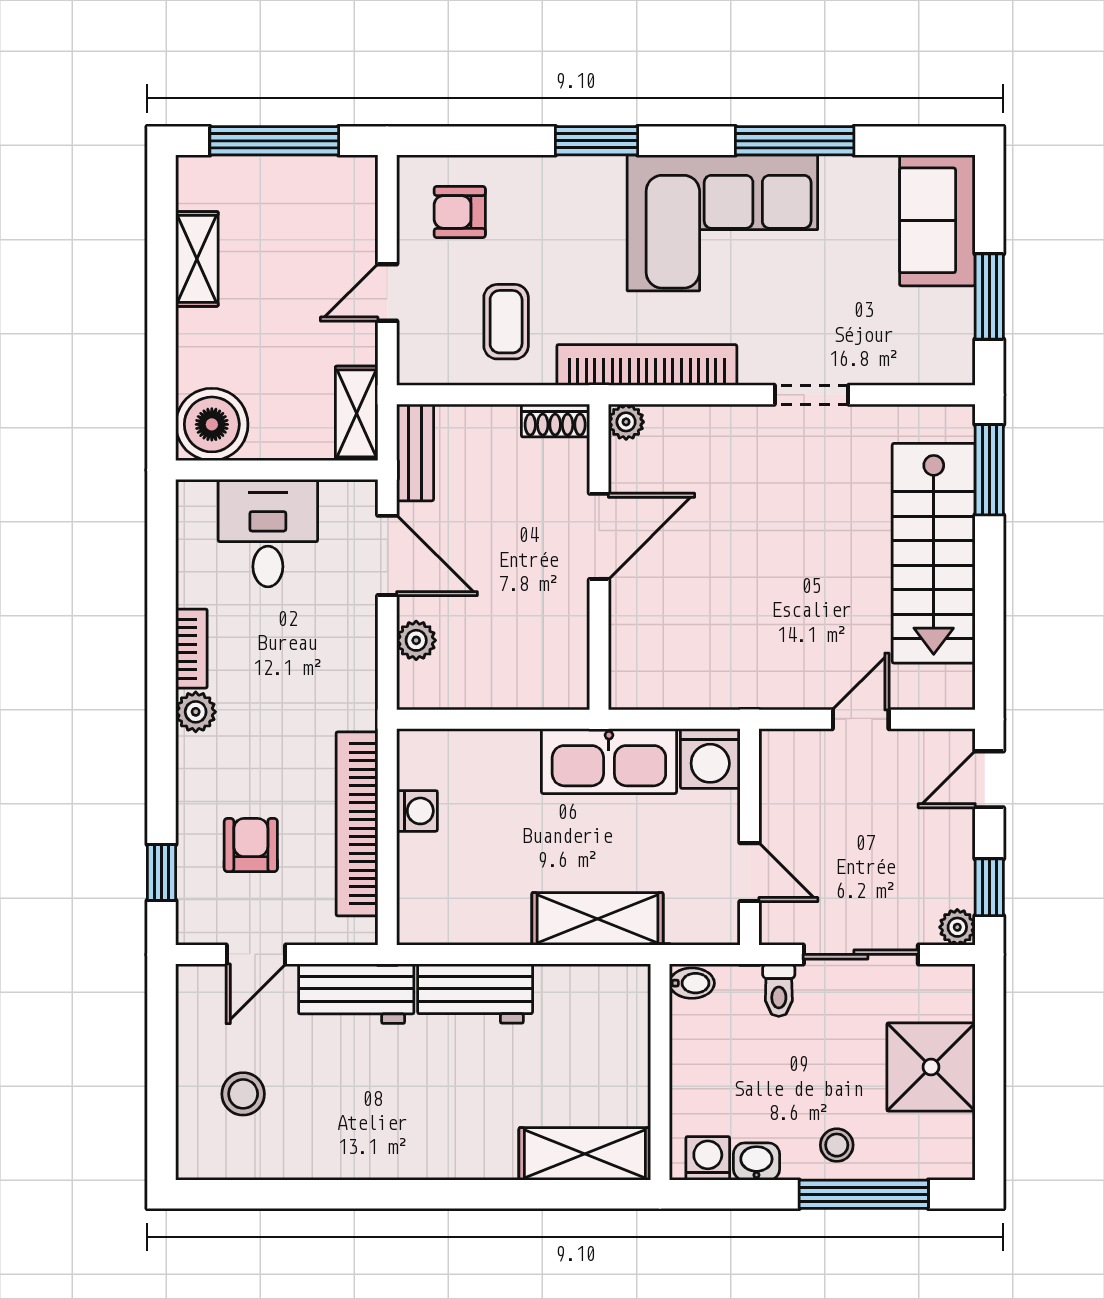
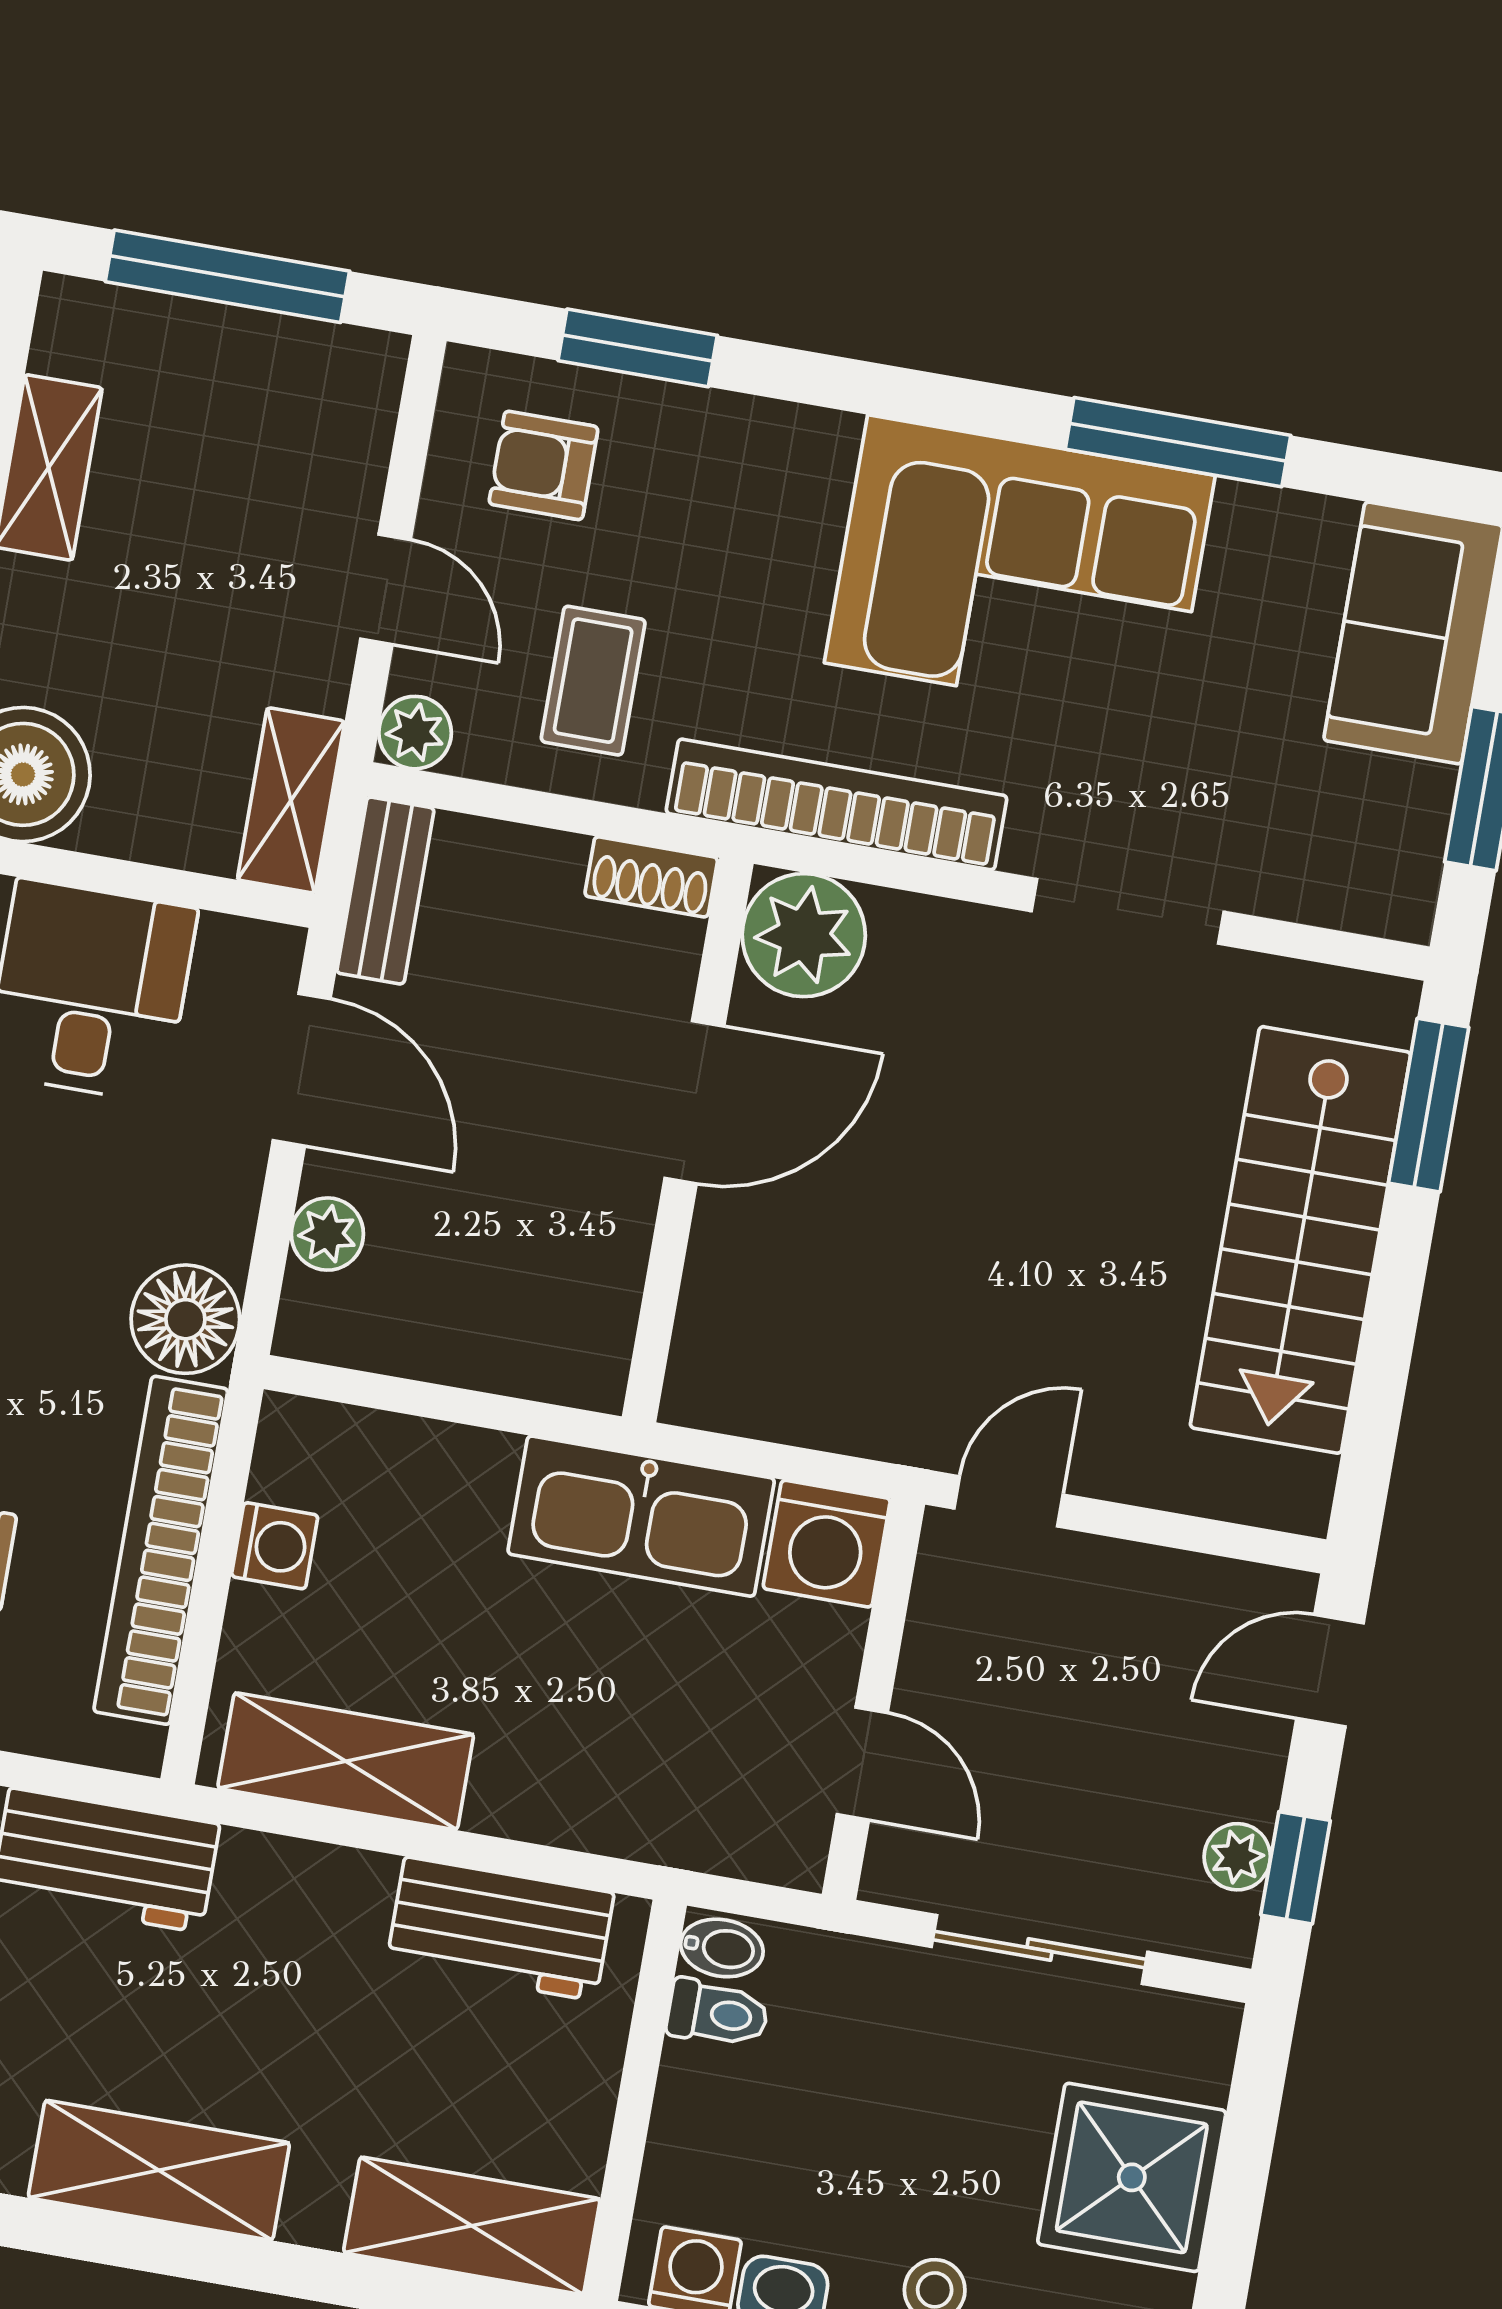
window: (596, 141) -> (638, 348), moved
door: (387, 292) -> (386, 589), swing flipped
plant: (416, 366) -> (415, 733), added
doorway: (811, 395) -> (1128, 911), width x1.38
plant: (626, 422) -> (804, 935), width x1.87, depth x1.87
floor lamp: (349, 699) -> (185, 1319), added
door: (861, 719) -> (1008, 1501), moved
shelving: (597, 919) -> (346, 1761), moved
plant: (957, 927) -> (1237, 1857), moved
toilet: (779, 990) -> (718, 2013), moved, turned -90
workbench: (475, 994) -> (500, 1929), moved
shelving: (413, 1153) -> (159, 2170), added

